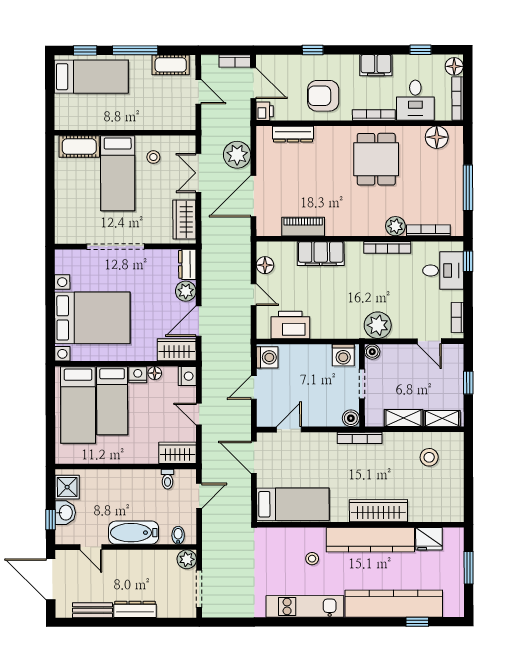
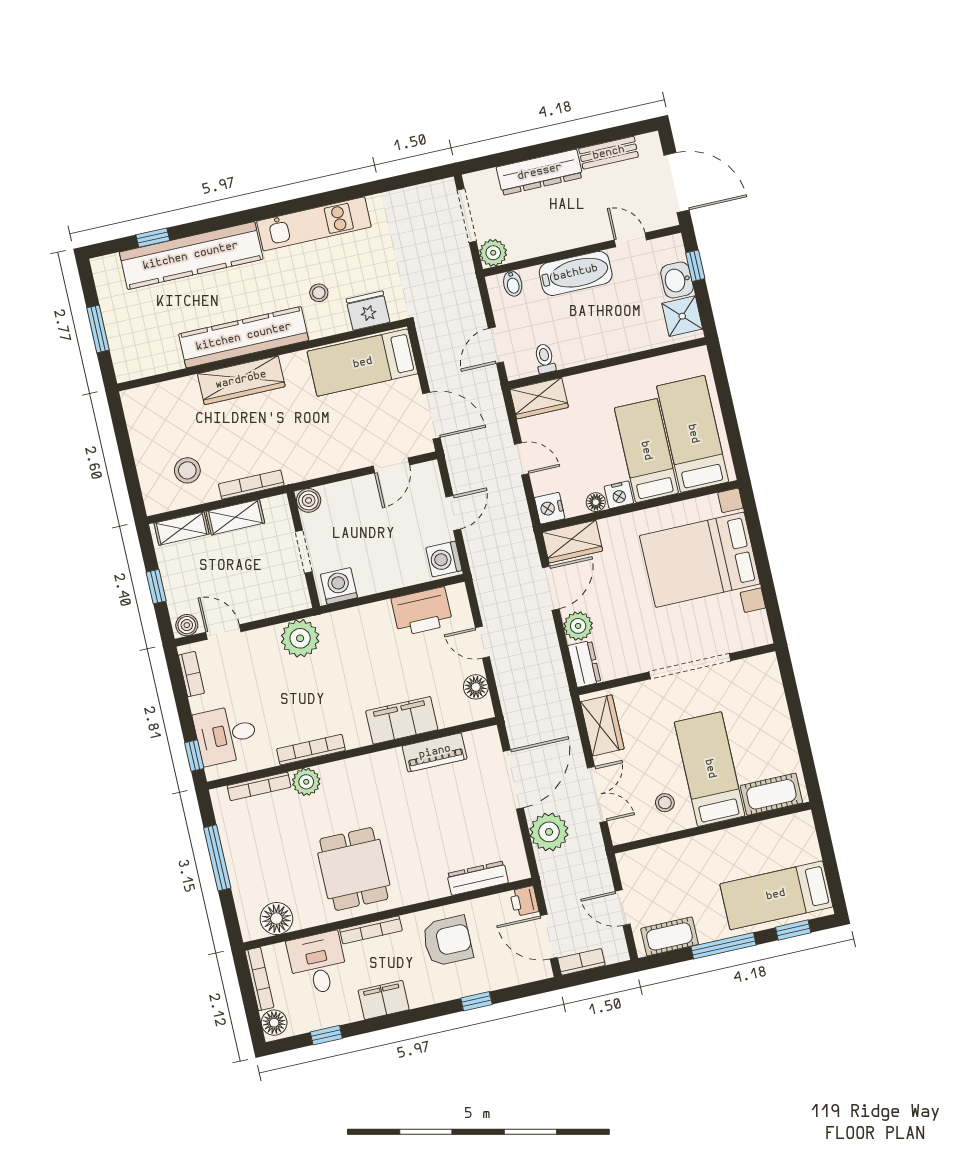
boiler: (372, 352) -> (187, 625), moved
bookcase: (360, 438) -> (251, 485), moved
fridge: (429, 539) -> (368, 311), moved
dresser: (135, 609) -> (540, 172), width x1.37, depth x1.24

